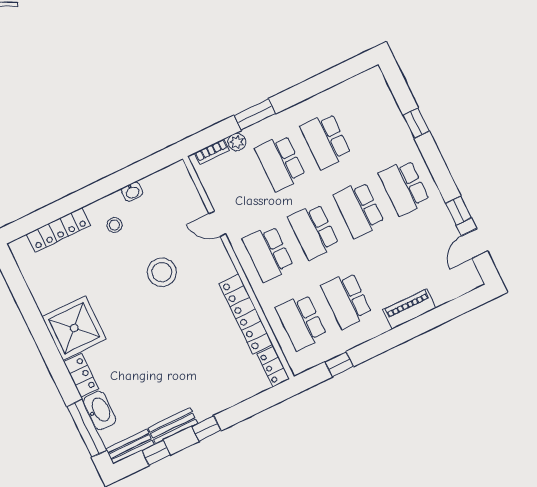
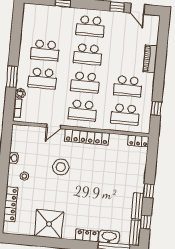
locker: (246, 314) -> (87, 137), moved
shower: (74, 328) -> (49, 224), moved

